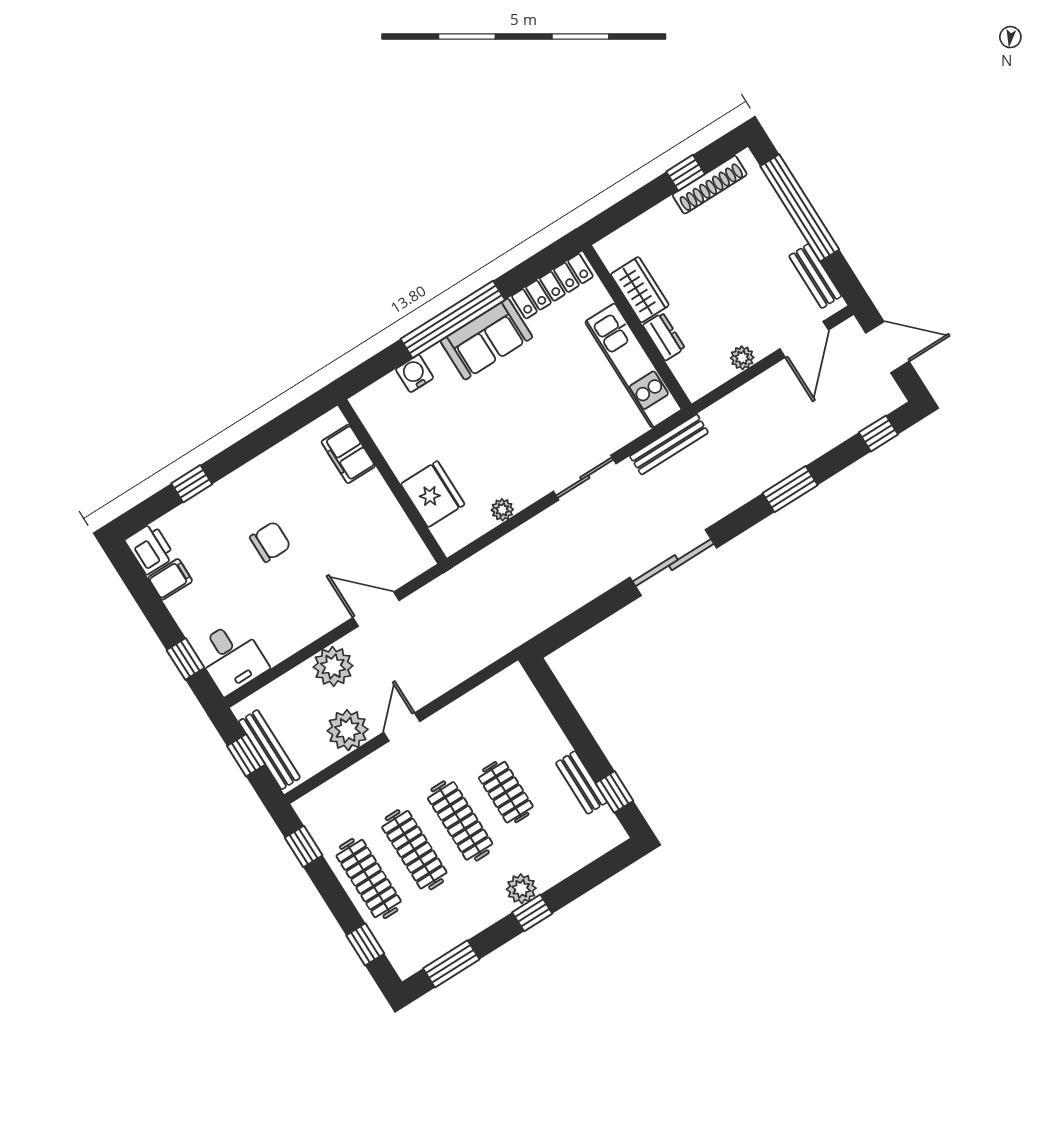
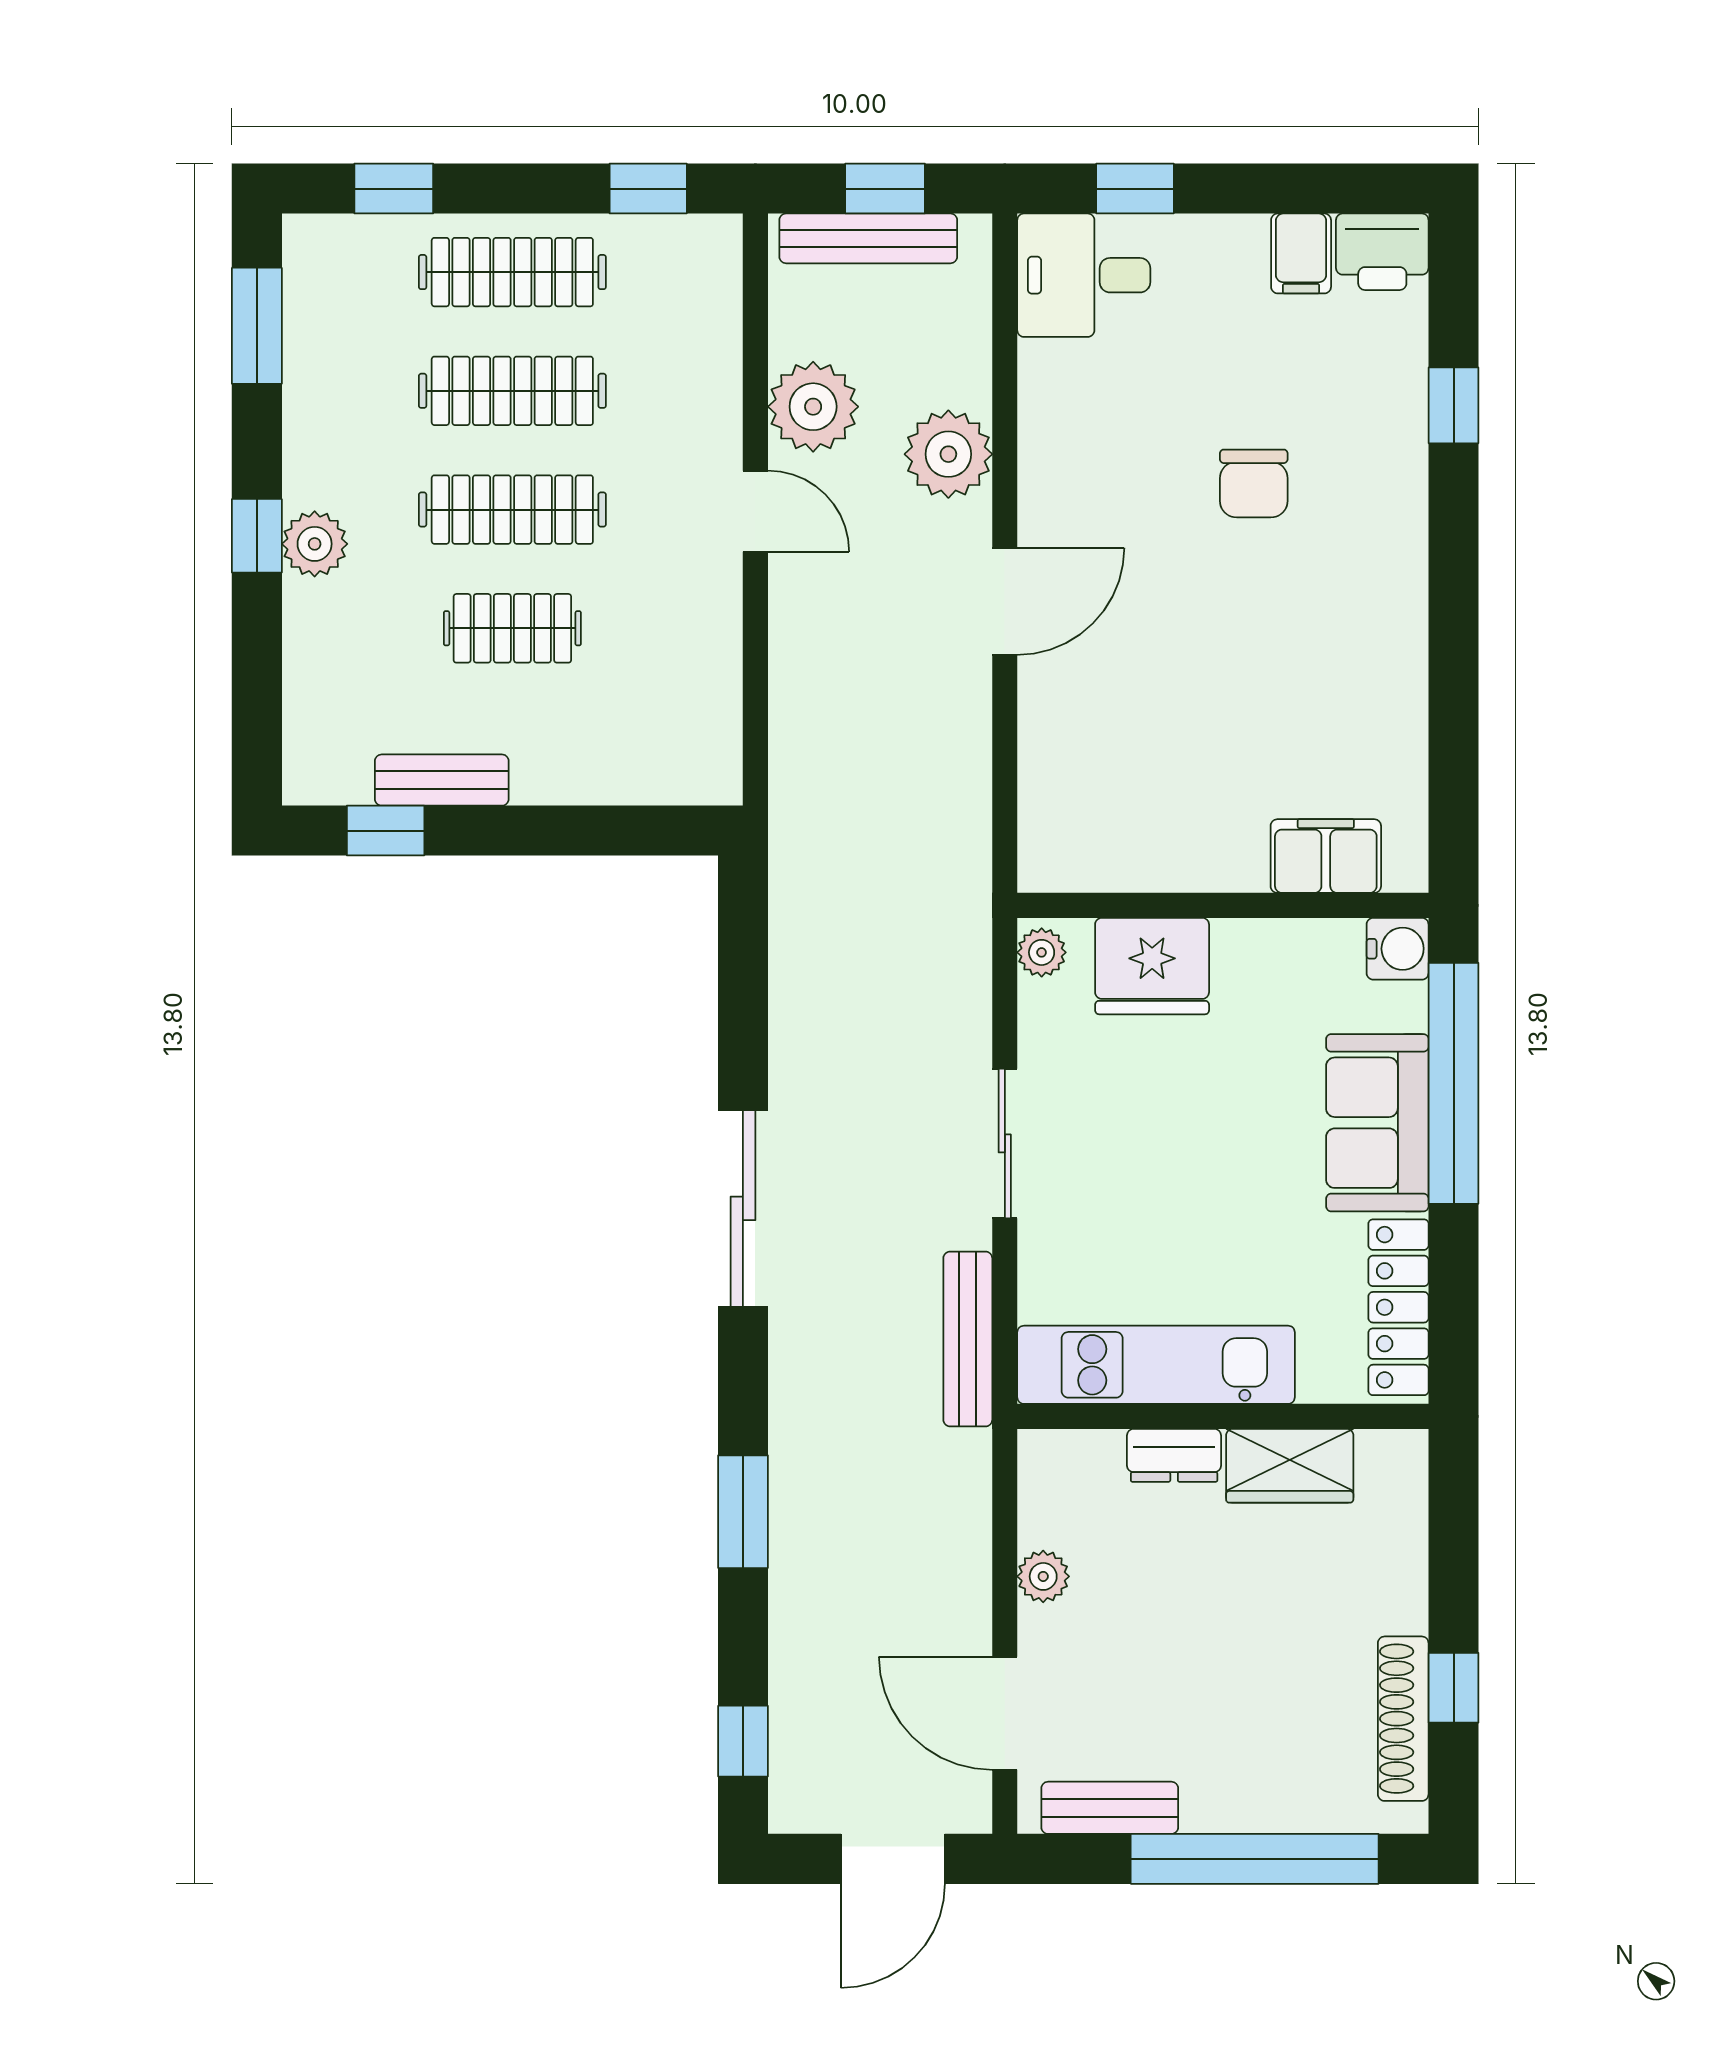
filing cabinet: (348, 454) -> (1326, 856), moved
wall: (392, 482) -> (1223, 905), moved
fridge: (433, 494) -> (1152, 966), moved

